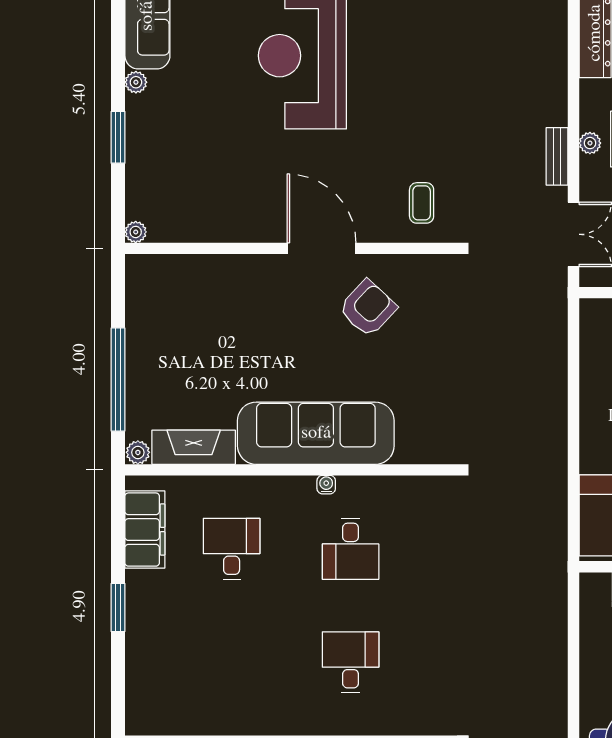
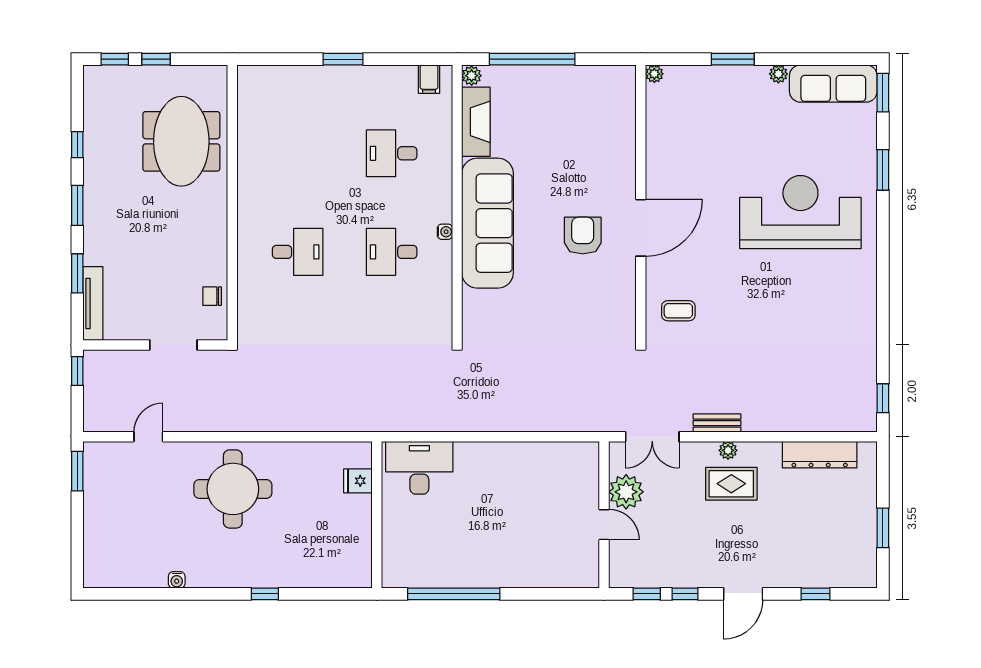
armchair: (368, 308) -> (583, 236), moved, turned -133
filing cabinet: (145, 530) -> (429, 79), width x0.33, depth x0.86
desk: (232, 549) -> (392, 153), turned 180

